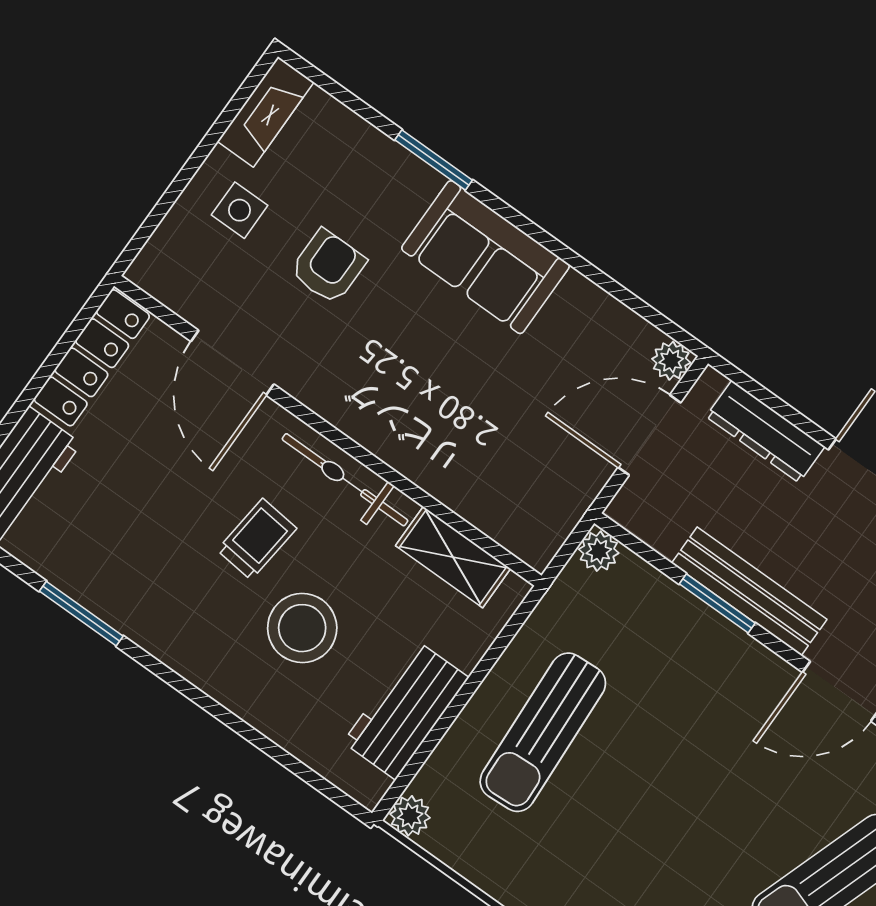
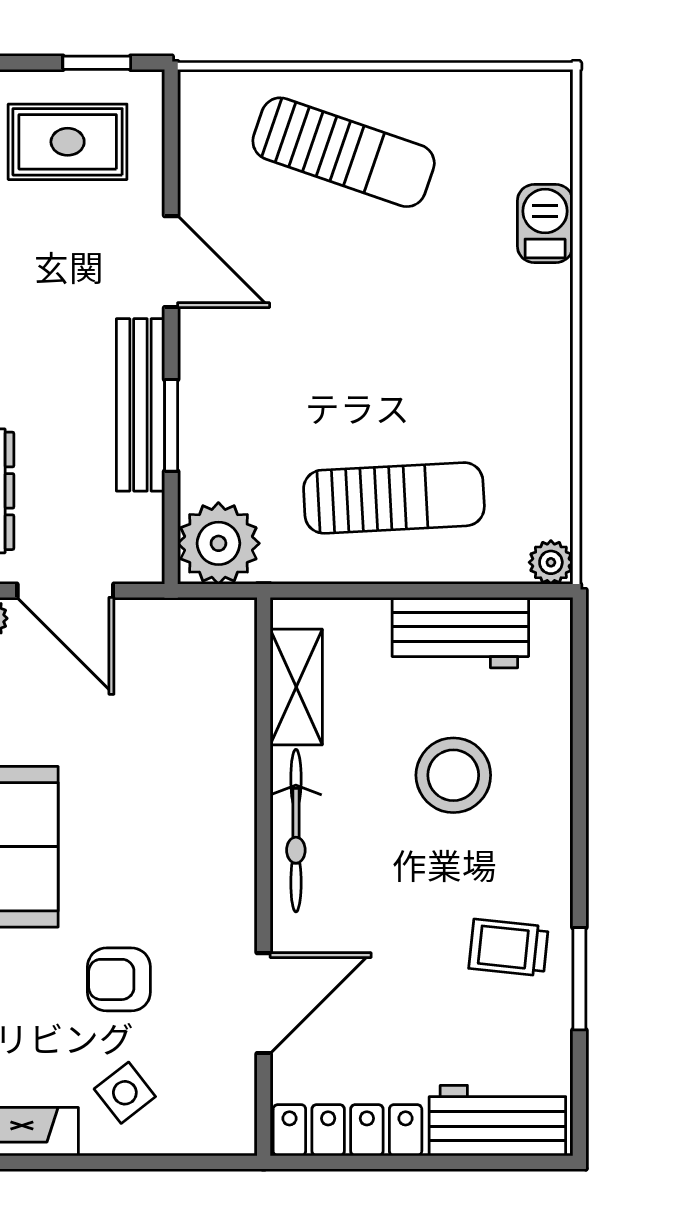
side table: (240, 210) -> (125, 1093), turned -38
trolley: (257, 539) -> (509, 948), moved
plant: (599, 551) -> (218, 543), width x1.88, depth x1.88

